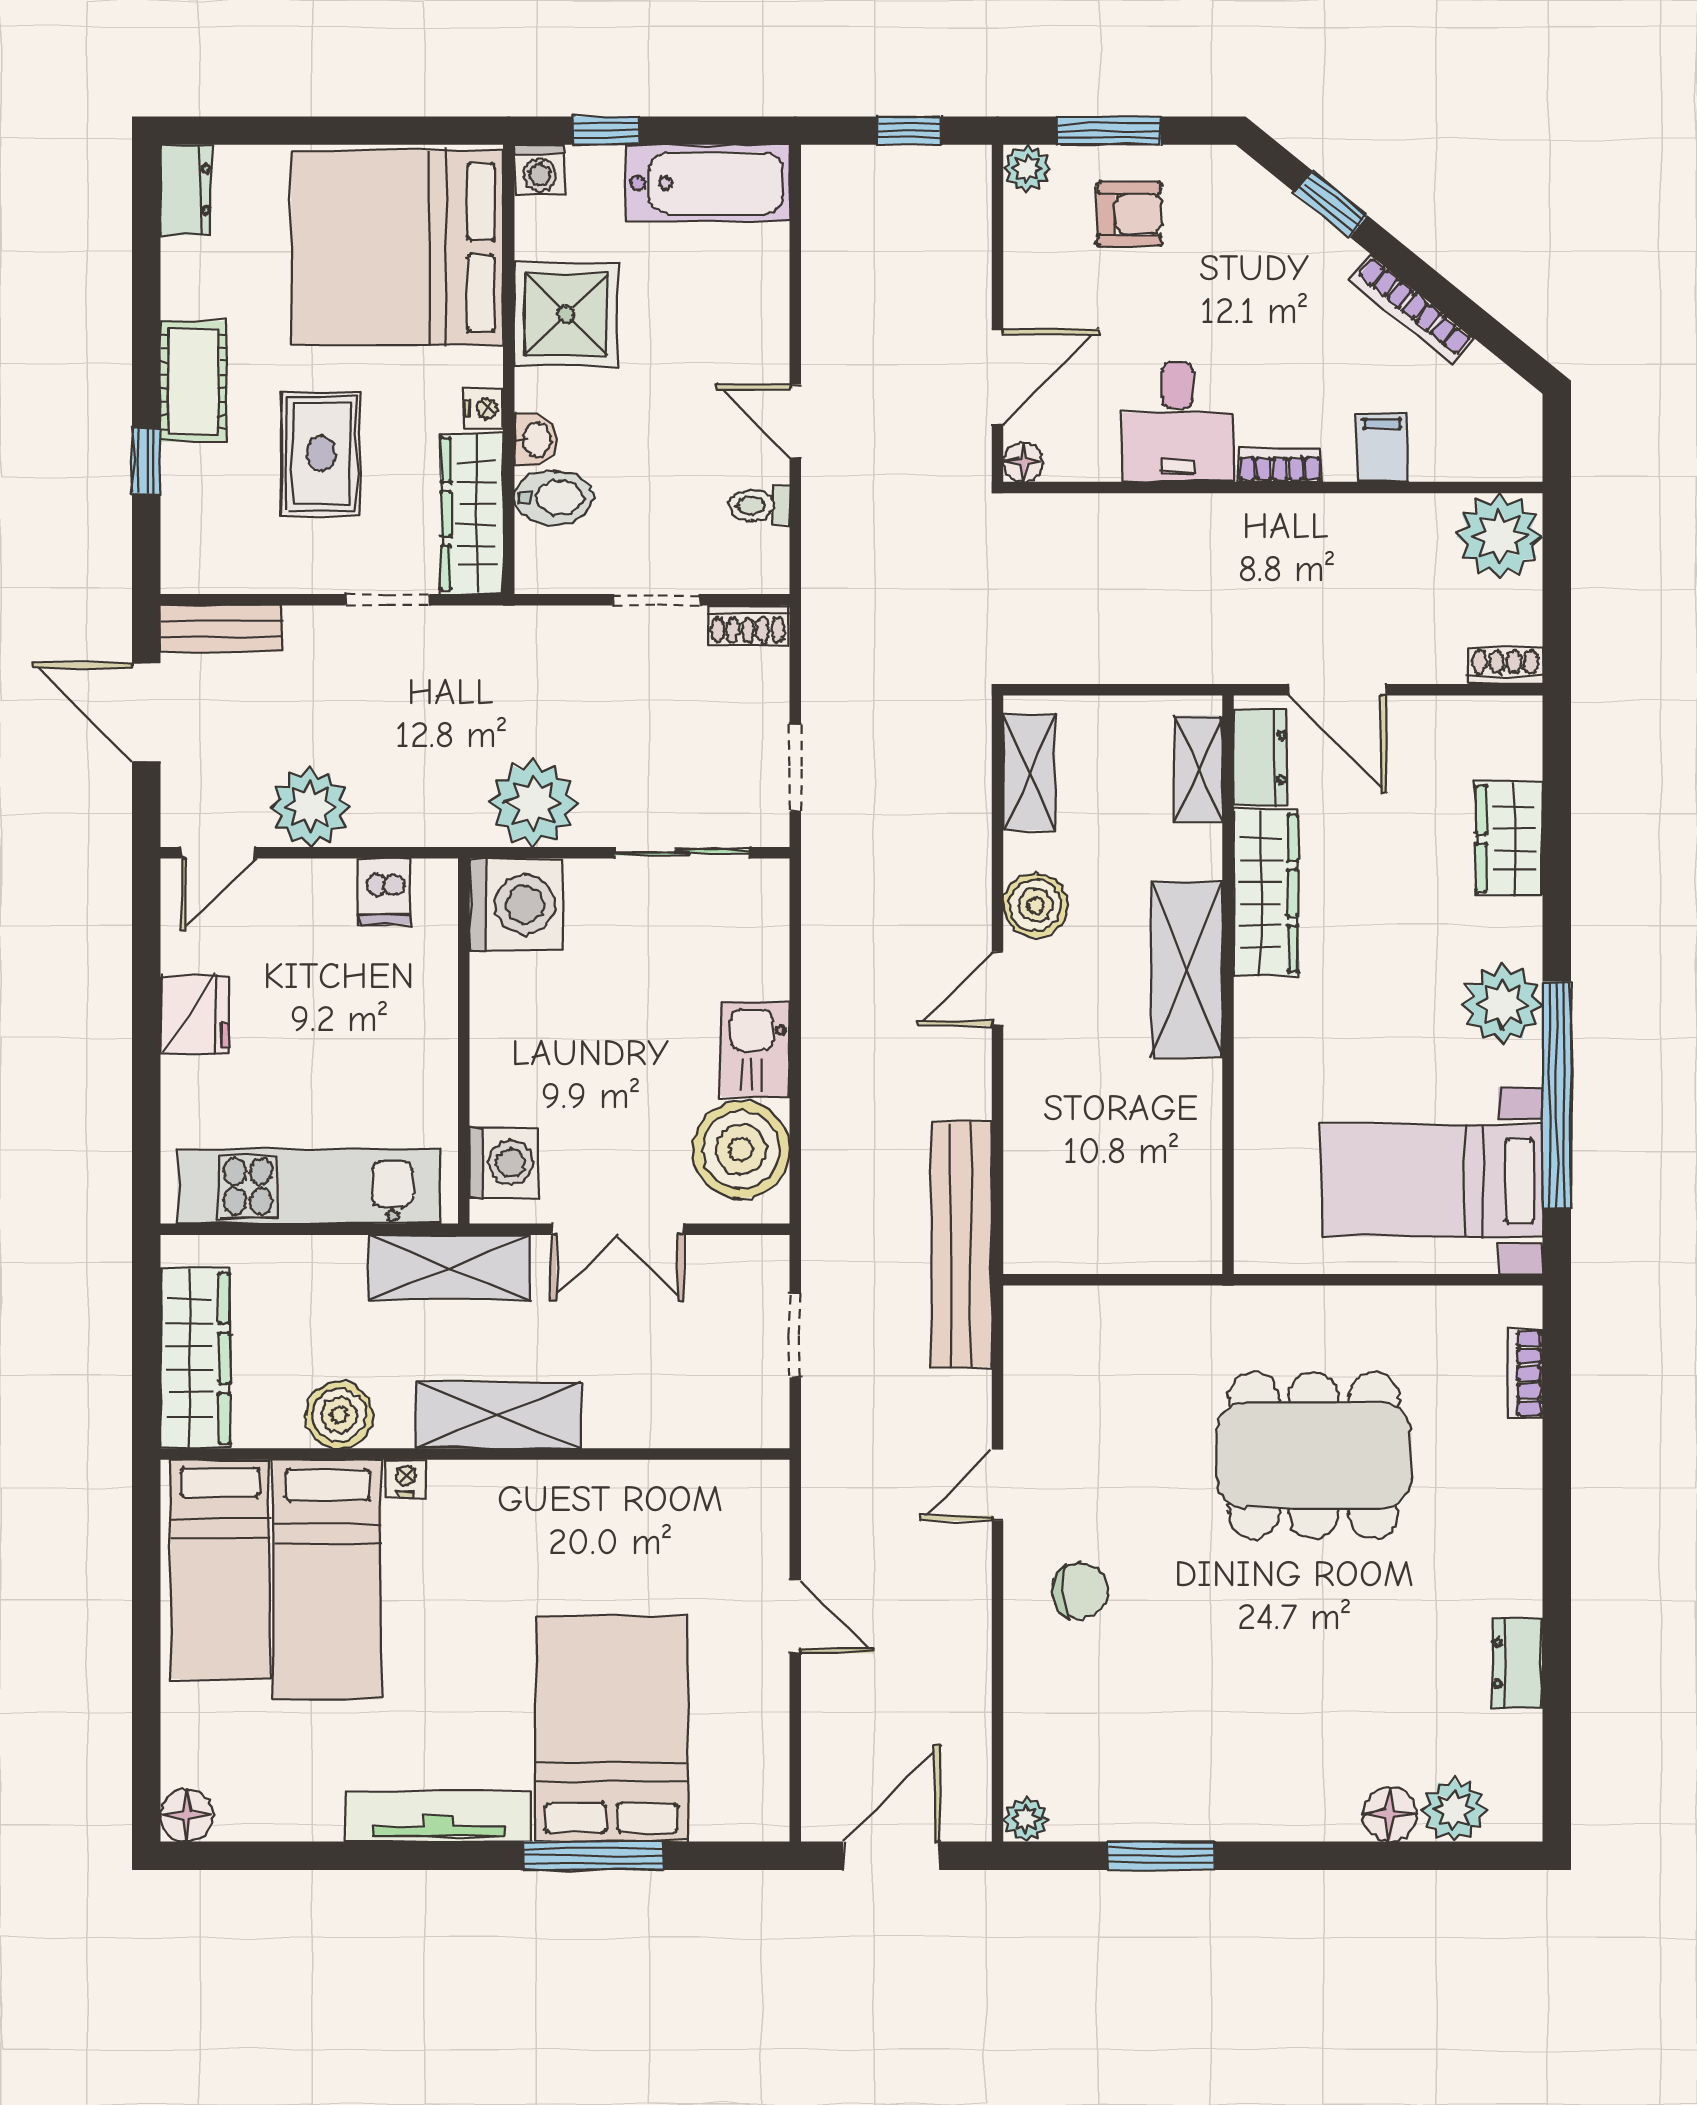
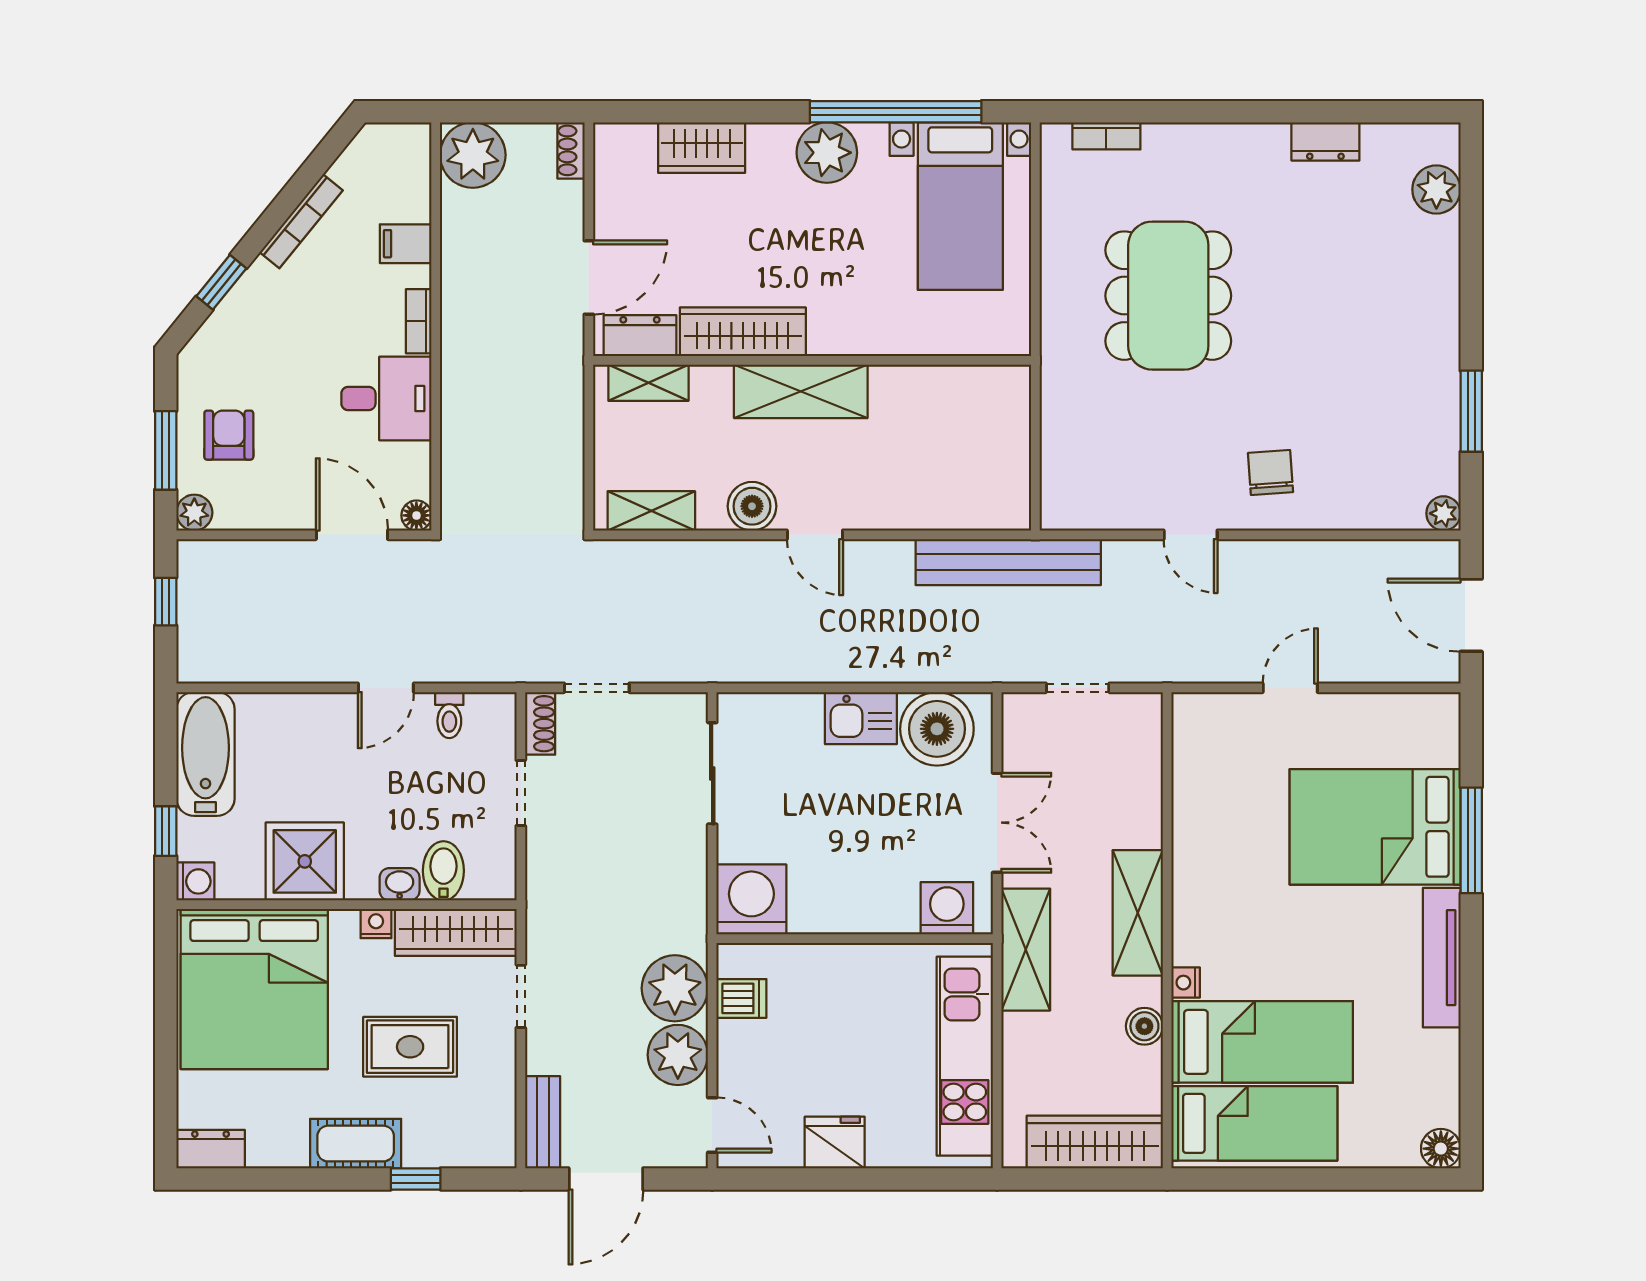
doorway: (795, 768) -> (597, 688), moved
plant: (533, 803) -> (675, 988), moved
boiler: (339, 1415) -> (1144, 1026), width x0.73, depth x0.73
floor lamp: (1390, 1814) -> (1440, 238), removed

